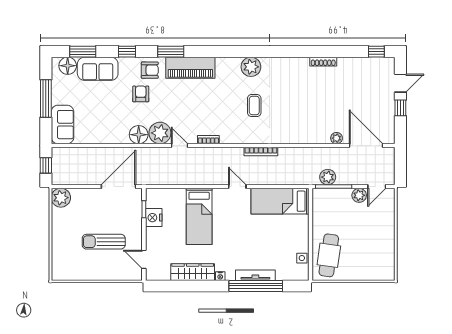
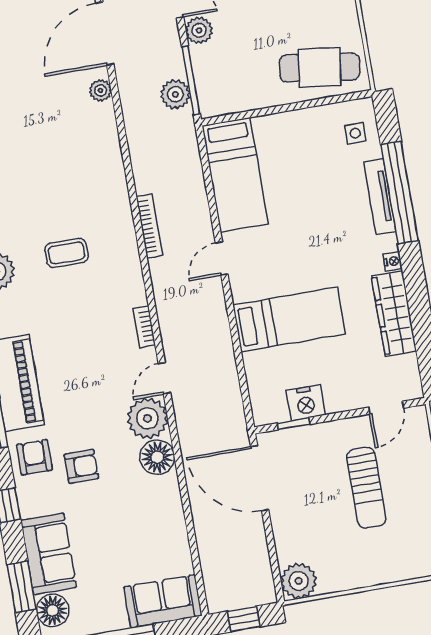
armchair: (141, 94) -> (81, 466), turned 180
side table: (302, 258) -> (355, 133), moved

